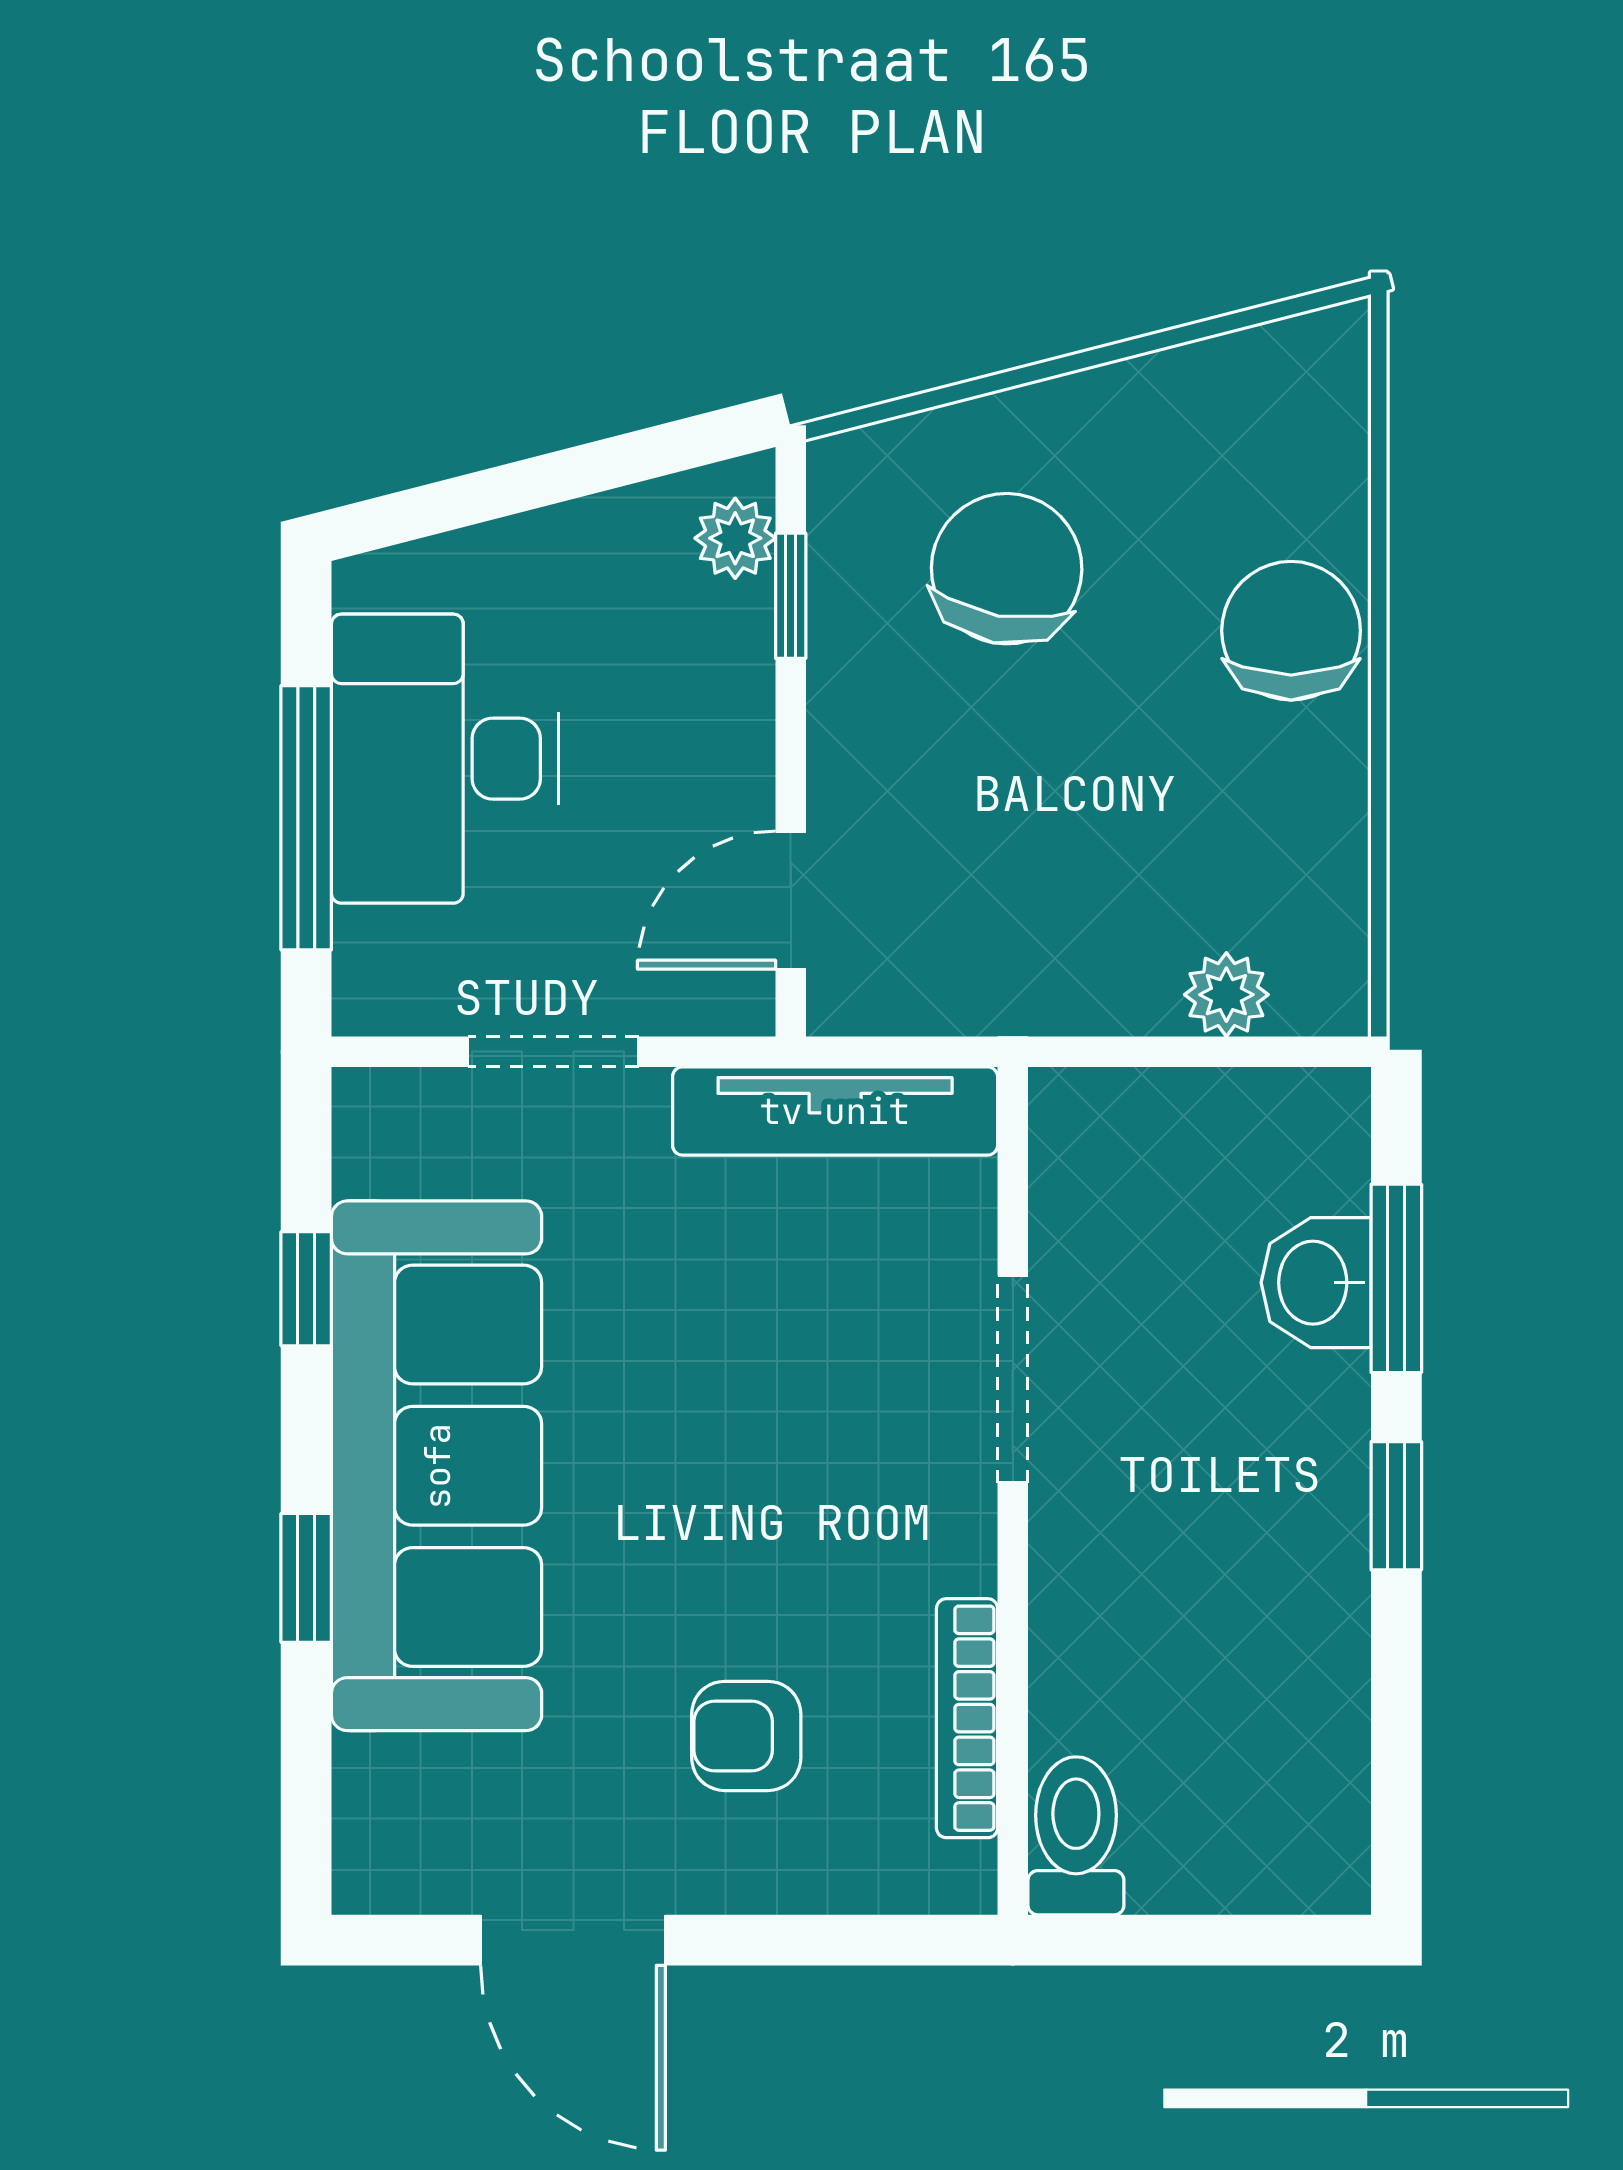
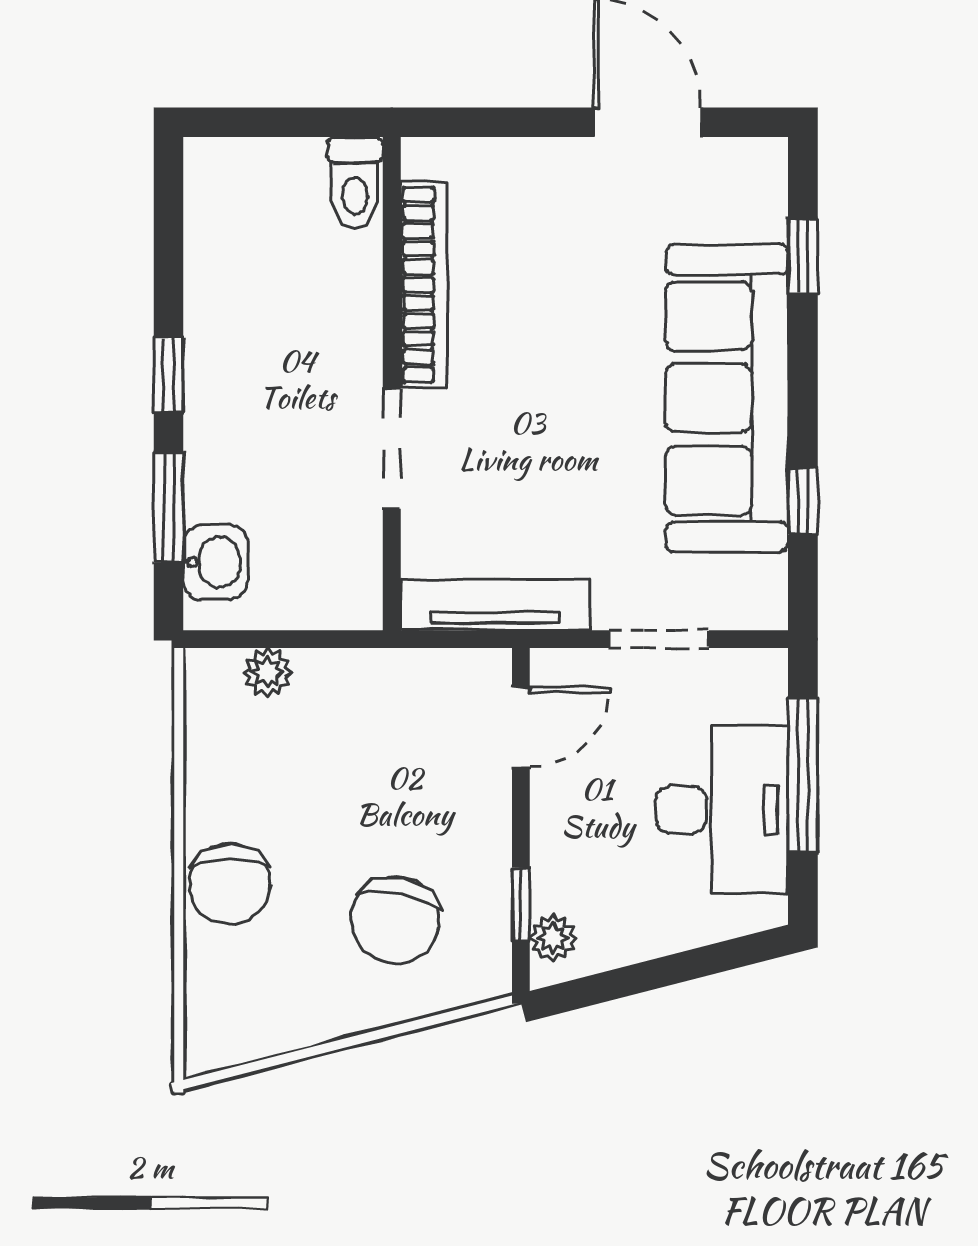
washbasin: (1316, 1283) -> (215, 562), moved
window: (306, 1578) -> (803, 256), moved
bookcase: (967, 1718) -> (424, 285), width x1.48, depth x1.31
armchair: (746, 1736) -> (547, 241), removed

